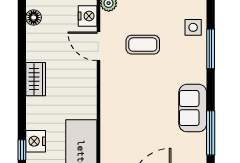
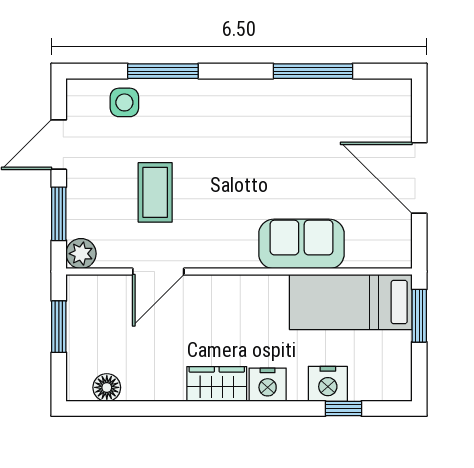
nightstand: (88, 16) -> (268, 385), moved, turned 180
sofa: (193, 108) -> (301, 244), moved, turned 180

